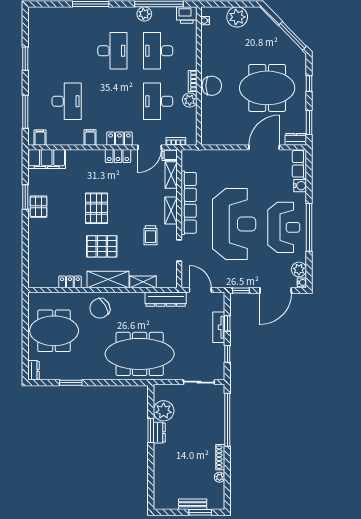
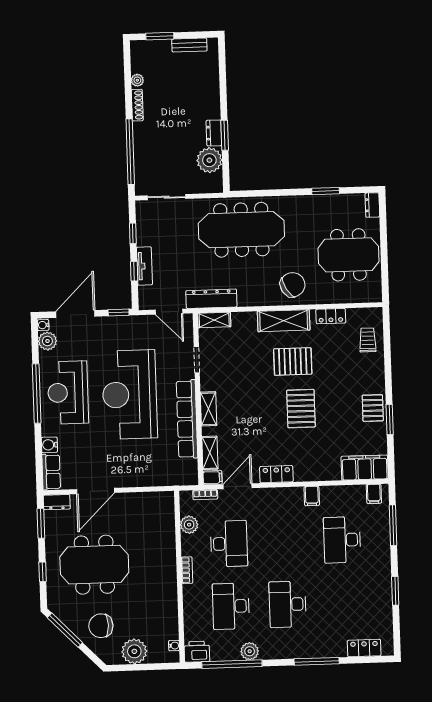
desk: (158, 51) -> (231, 606), turned 180
chair: (212, 86) -> (101, 626), moved
plant: (190, 100) -> (189, 525), moved
locker: (119, 139) -> (364, 648), moved, turned 180
trolley: (150, 235) -> (368, 340), moved
shelving: (143, 282) -> (214, 320), moved
bench: (193, 504) -> (189, 45), moved

